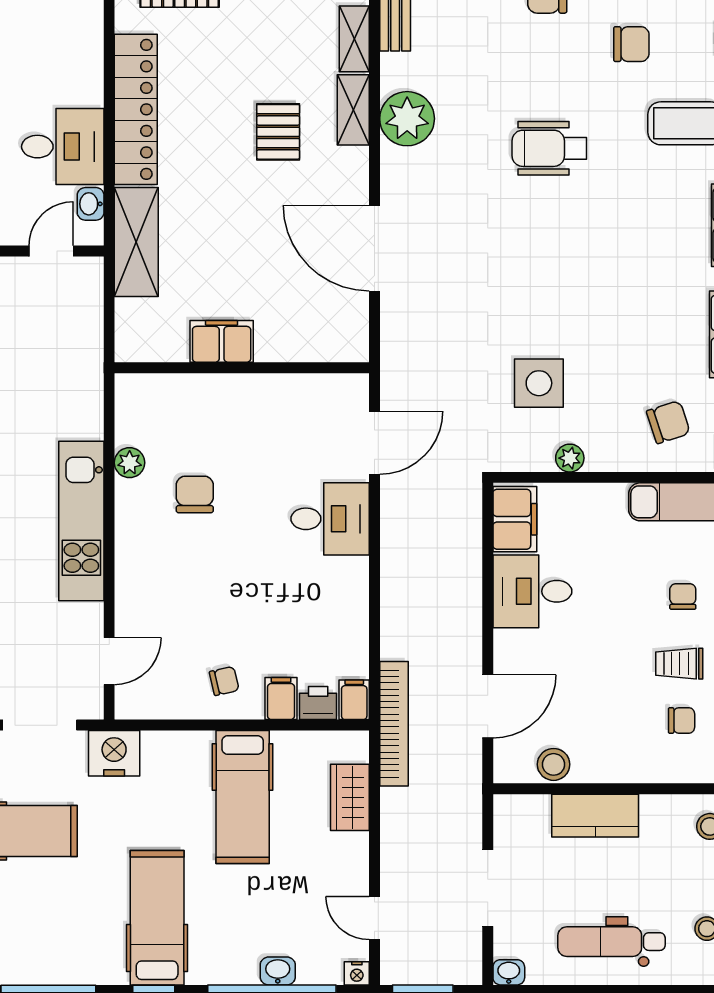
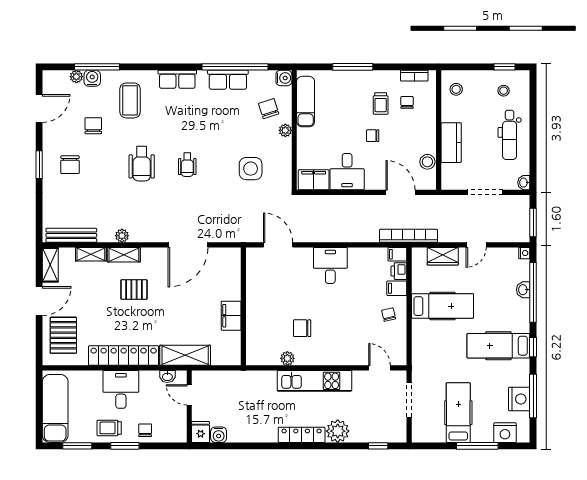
plant: (407, 119) -> (122, 236), width x0.53, depth x0.53
desk: (63, 147) -> (121, 389), moved
wheelchair: (547, 247) -> (187, 165), added
plant: (570, 458) -> (285, 130), moved
desk: (330, 519) -> (330, 265), moved
chair: (683, 596) -> (373, 136), moved
nightstand: (114, 753) -> (519, 399), moved, turned 180
door: (374, 918) -> (476, 245), moved

